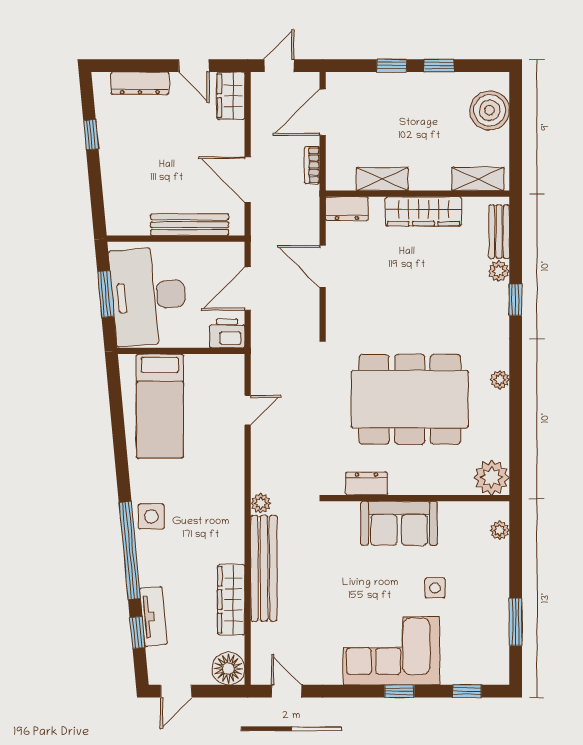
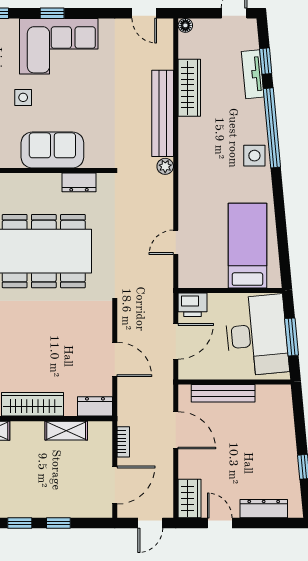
floor lamp: (228, 669) -> (185, 25), width x0.53, depth x0.53

